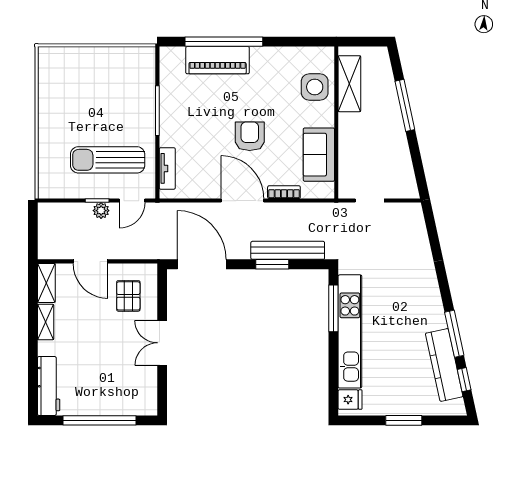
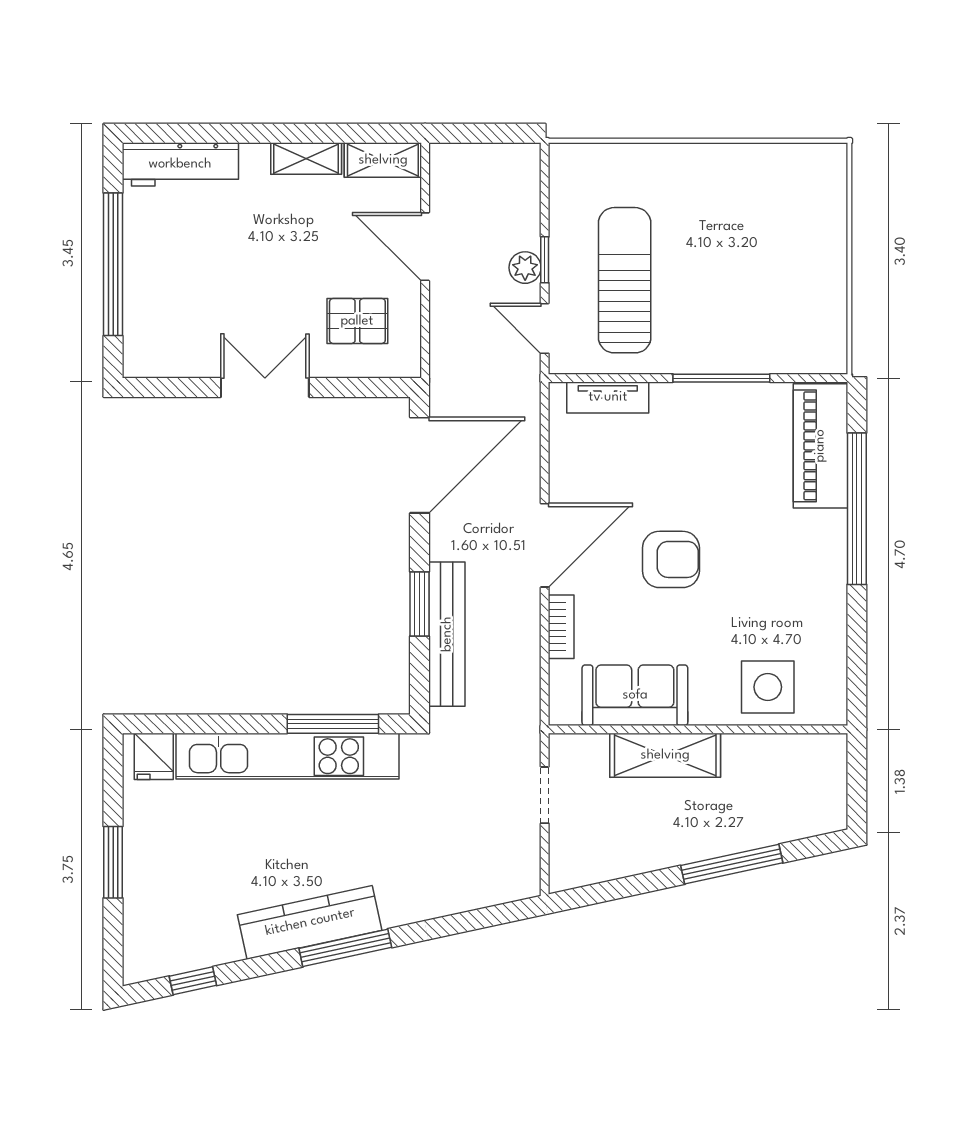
piano: (218, 60) -> (820, 446), moved
shelving: (349, 84) -> (665, 755), moved
door: (90, 261) -> (425, 247), hinge flipped
window: (454, 334) -> (345, 948), moved
kitchen counter: (444, 365) -> (310, 922), moved

